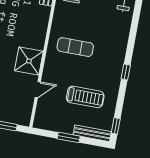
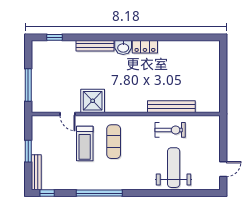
window: (126, 72) -> (99, 193), width x3.17
treadmill: (85, 97) -> (85, 143), moved

